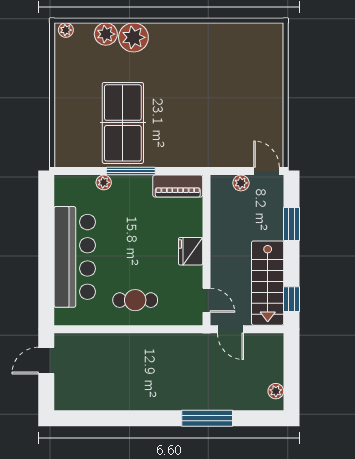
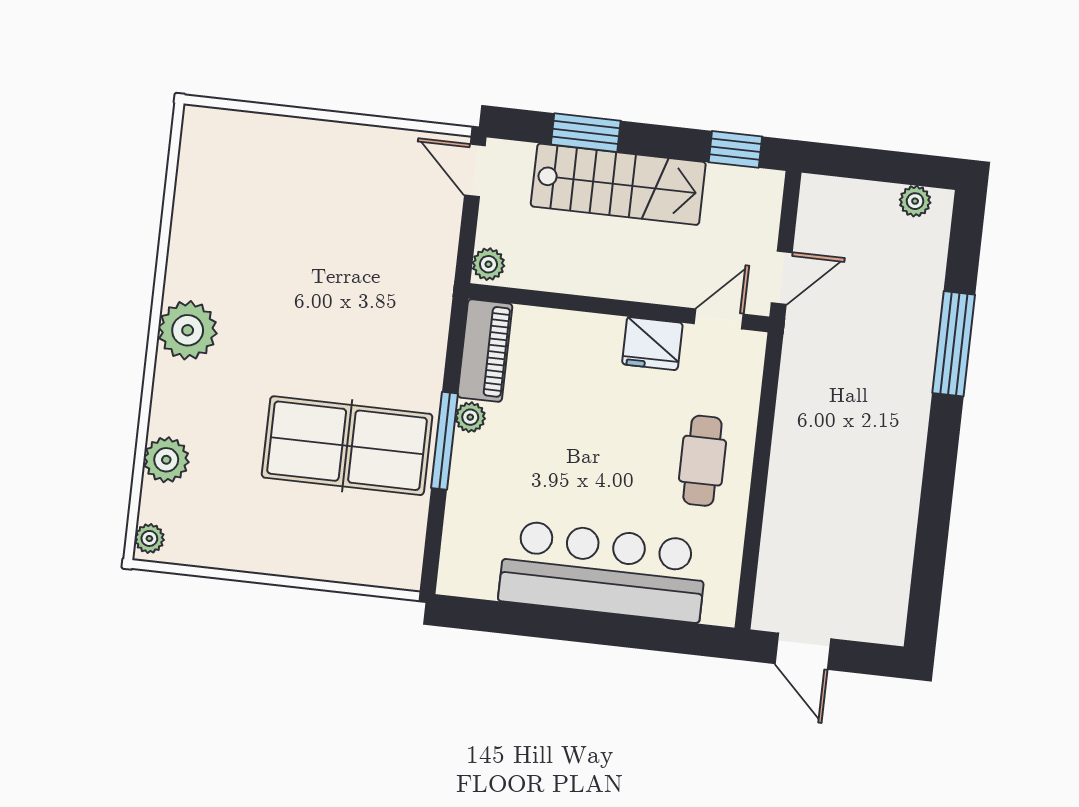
plant: (133, 37) -> (188, 330), moved
door: (267, 171) -> (475, 170), hinge flipped
plant: (104, 182) -> (470, 417), moved
plant: (241, 183) -> (488, 264), moved
fridge: (191, 251) -> (652, 344), moved
stairs: (268, 283) -> (618, 184), moved

